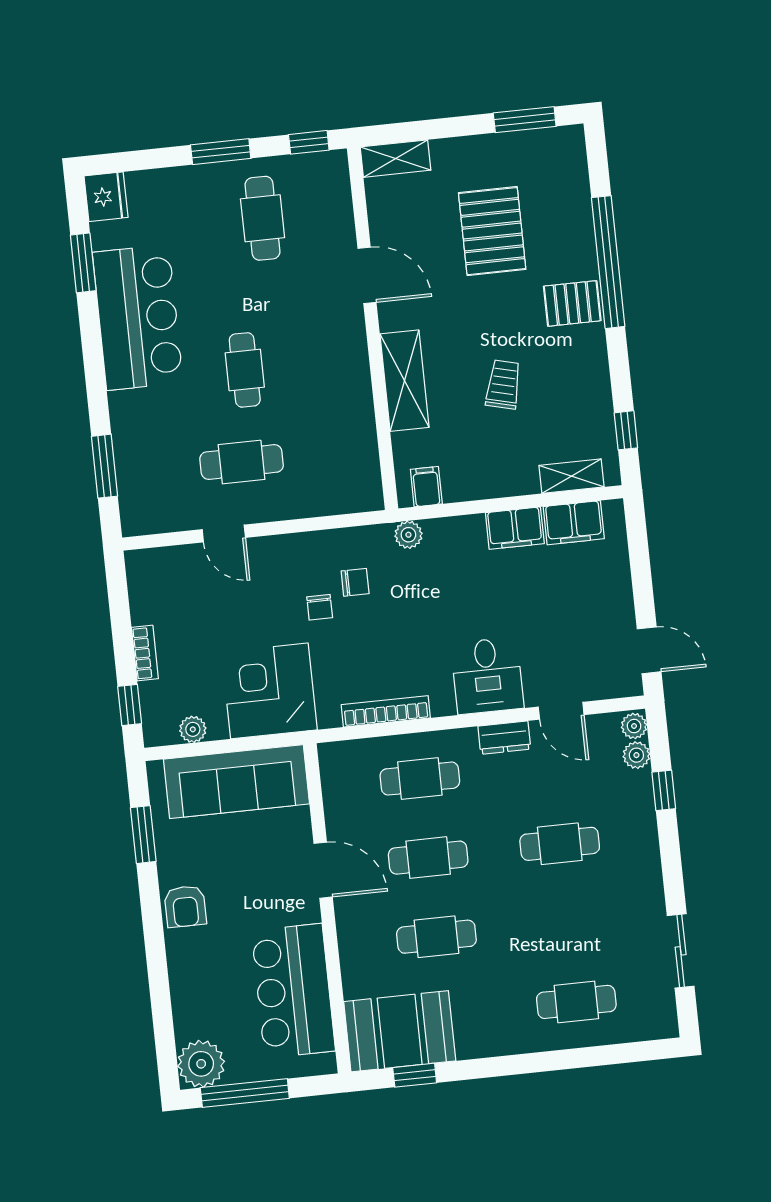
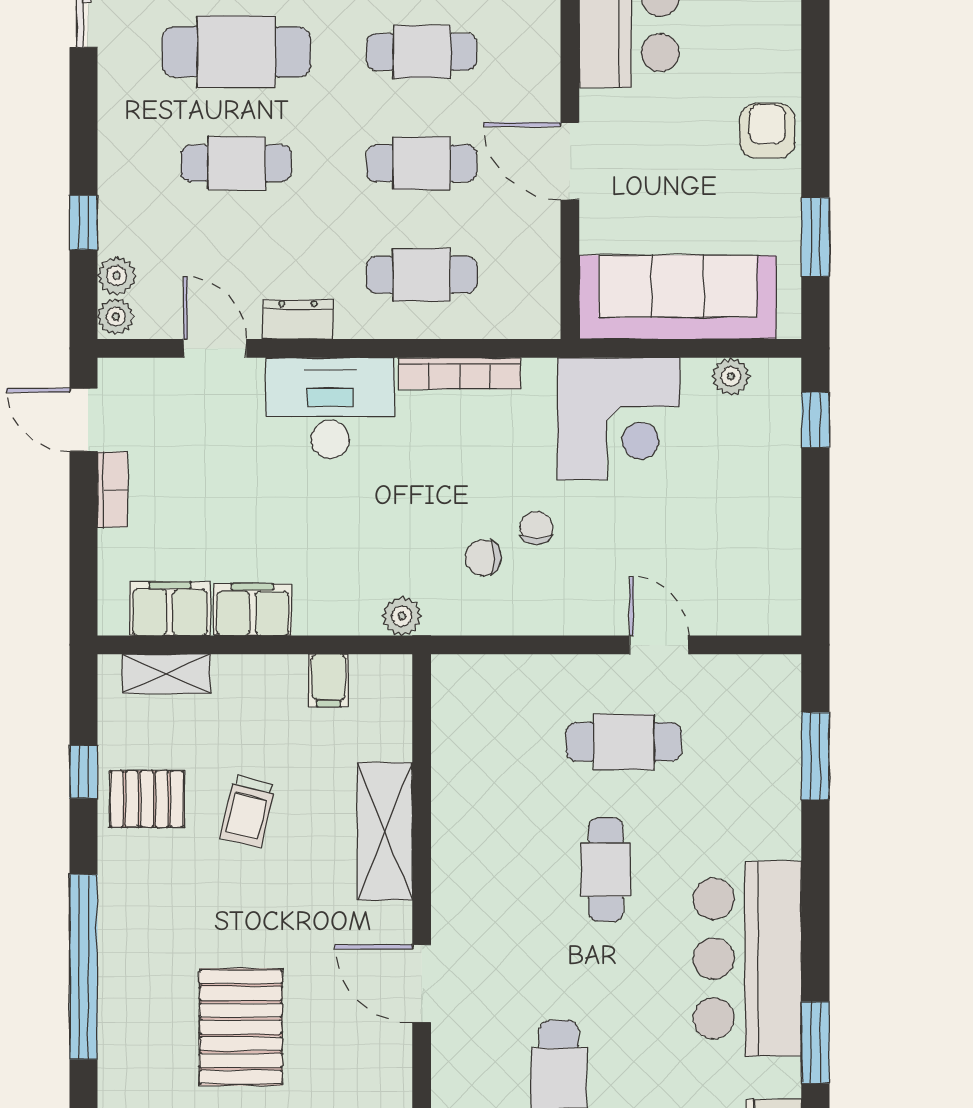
pallet: (572, 303) -> (147, 799), moved
window: (626, 430) -> (84, 772), moved
filing cabinet: (426, 487) -> (329, 680), moved
bookcase: (145, 653) -> (113, 489), moved, turned 180
desk: (487, 676) -> (330, 408), width x1.37
cafe table: (568, 923) -> (236, 52), added

